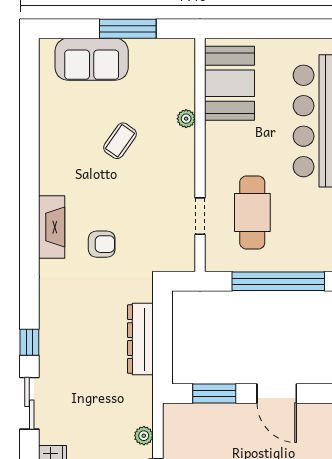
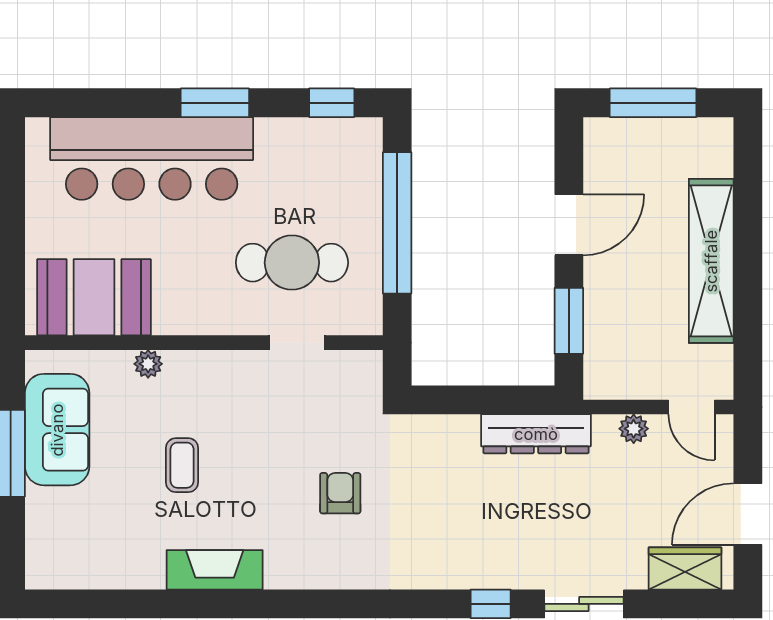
sofa: (92, 59) -> (57, 430), moved
coffee table: (120, 141) -> (182, 465), turned 55
fireplace: (52, 227) -> (215, 570), moved
dresser: (140, 339) -> (536, 434), moved

